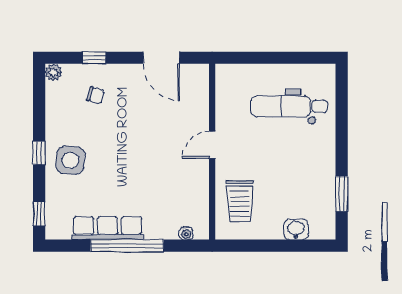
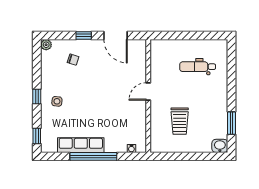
window: (94, 58) -> (84, 35), moved
dental chair: (289, 106) -> (198, 67), width x0.73, depth x0.72
side table: (70, 160) -> (57, 101), width x0.54, depth x0.54
trolley: (240, 201) -> (180, 121), moved
washbasin: (296, 229) -> (220, 146), moved

